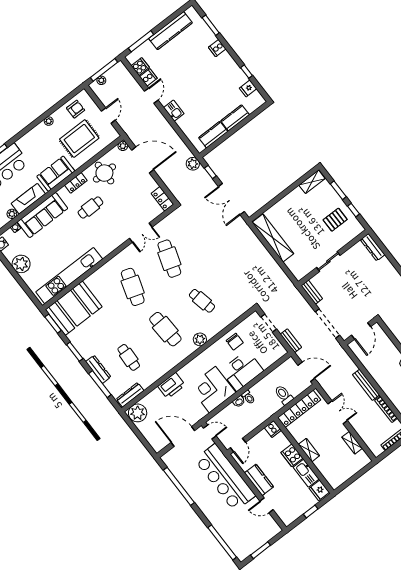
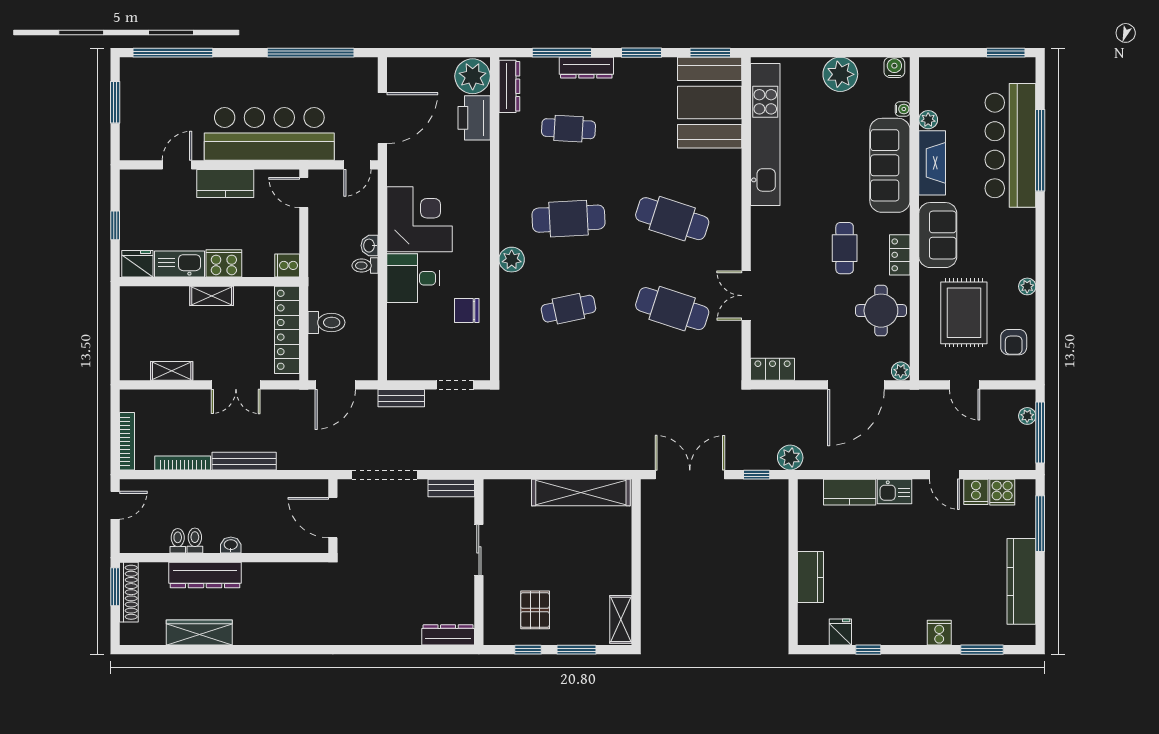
kitchen counter: (213, 135) -> (850, 492), moved, turned 90
desk: (242, 371) -> (413, 278), width x0.73
printer: (172, 386) -> (474, 118), moved

